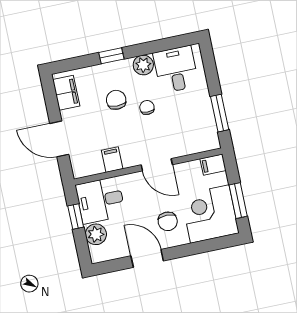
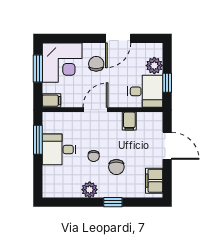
desk: (176, 69) -> (59, 149), moved, turned 90
door: (157, 165) -> (95, 110), hinge flipped
door: (147, 258) -> (118, 38), hinge flipped

